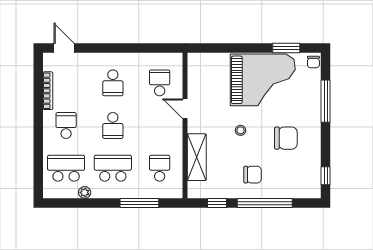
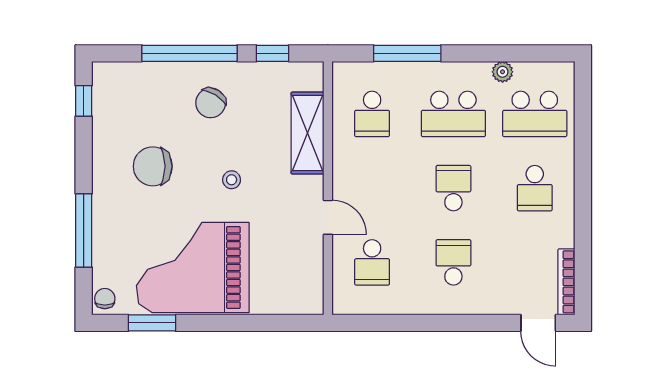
bookcase: (48, 91) -> (566, 282), moved
chair: (253, 175) -> (211, 103), turned -58

